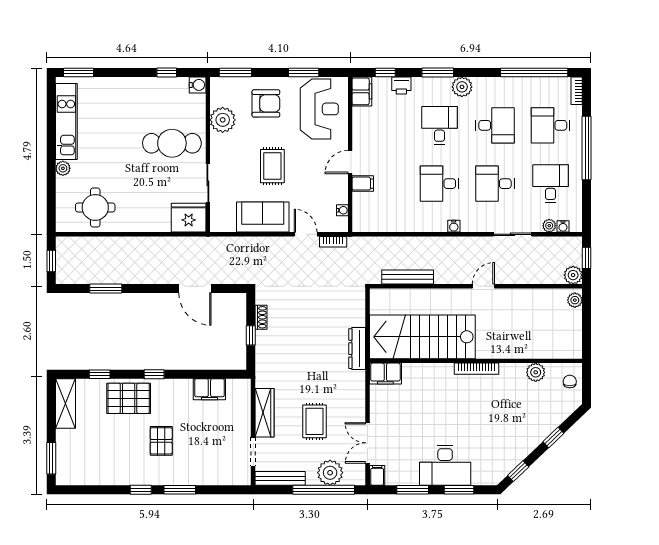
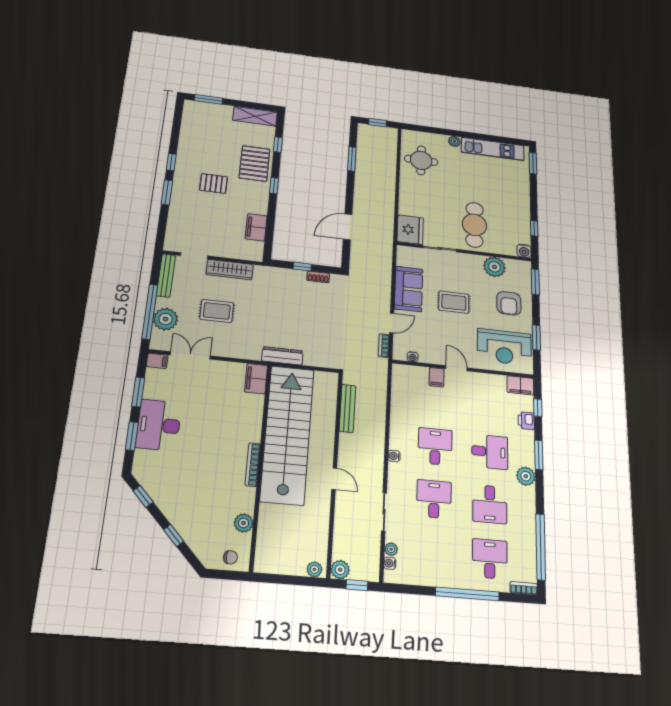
desk: (551, 184) -> (433, 554), removed
stairs: (422, 337) -> (287, 434), width x1.36

